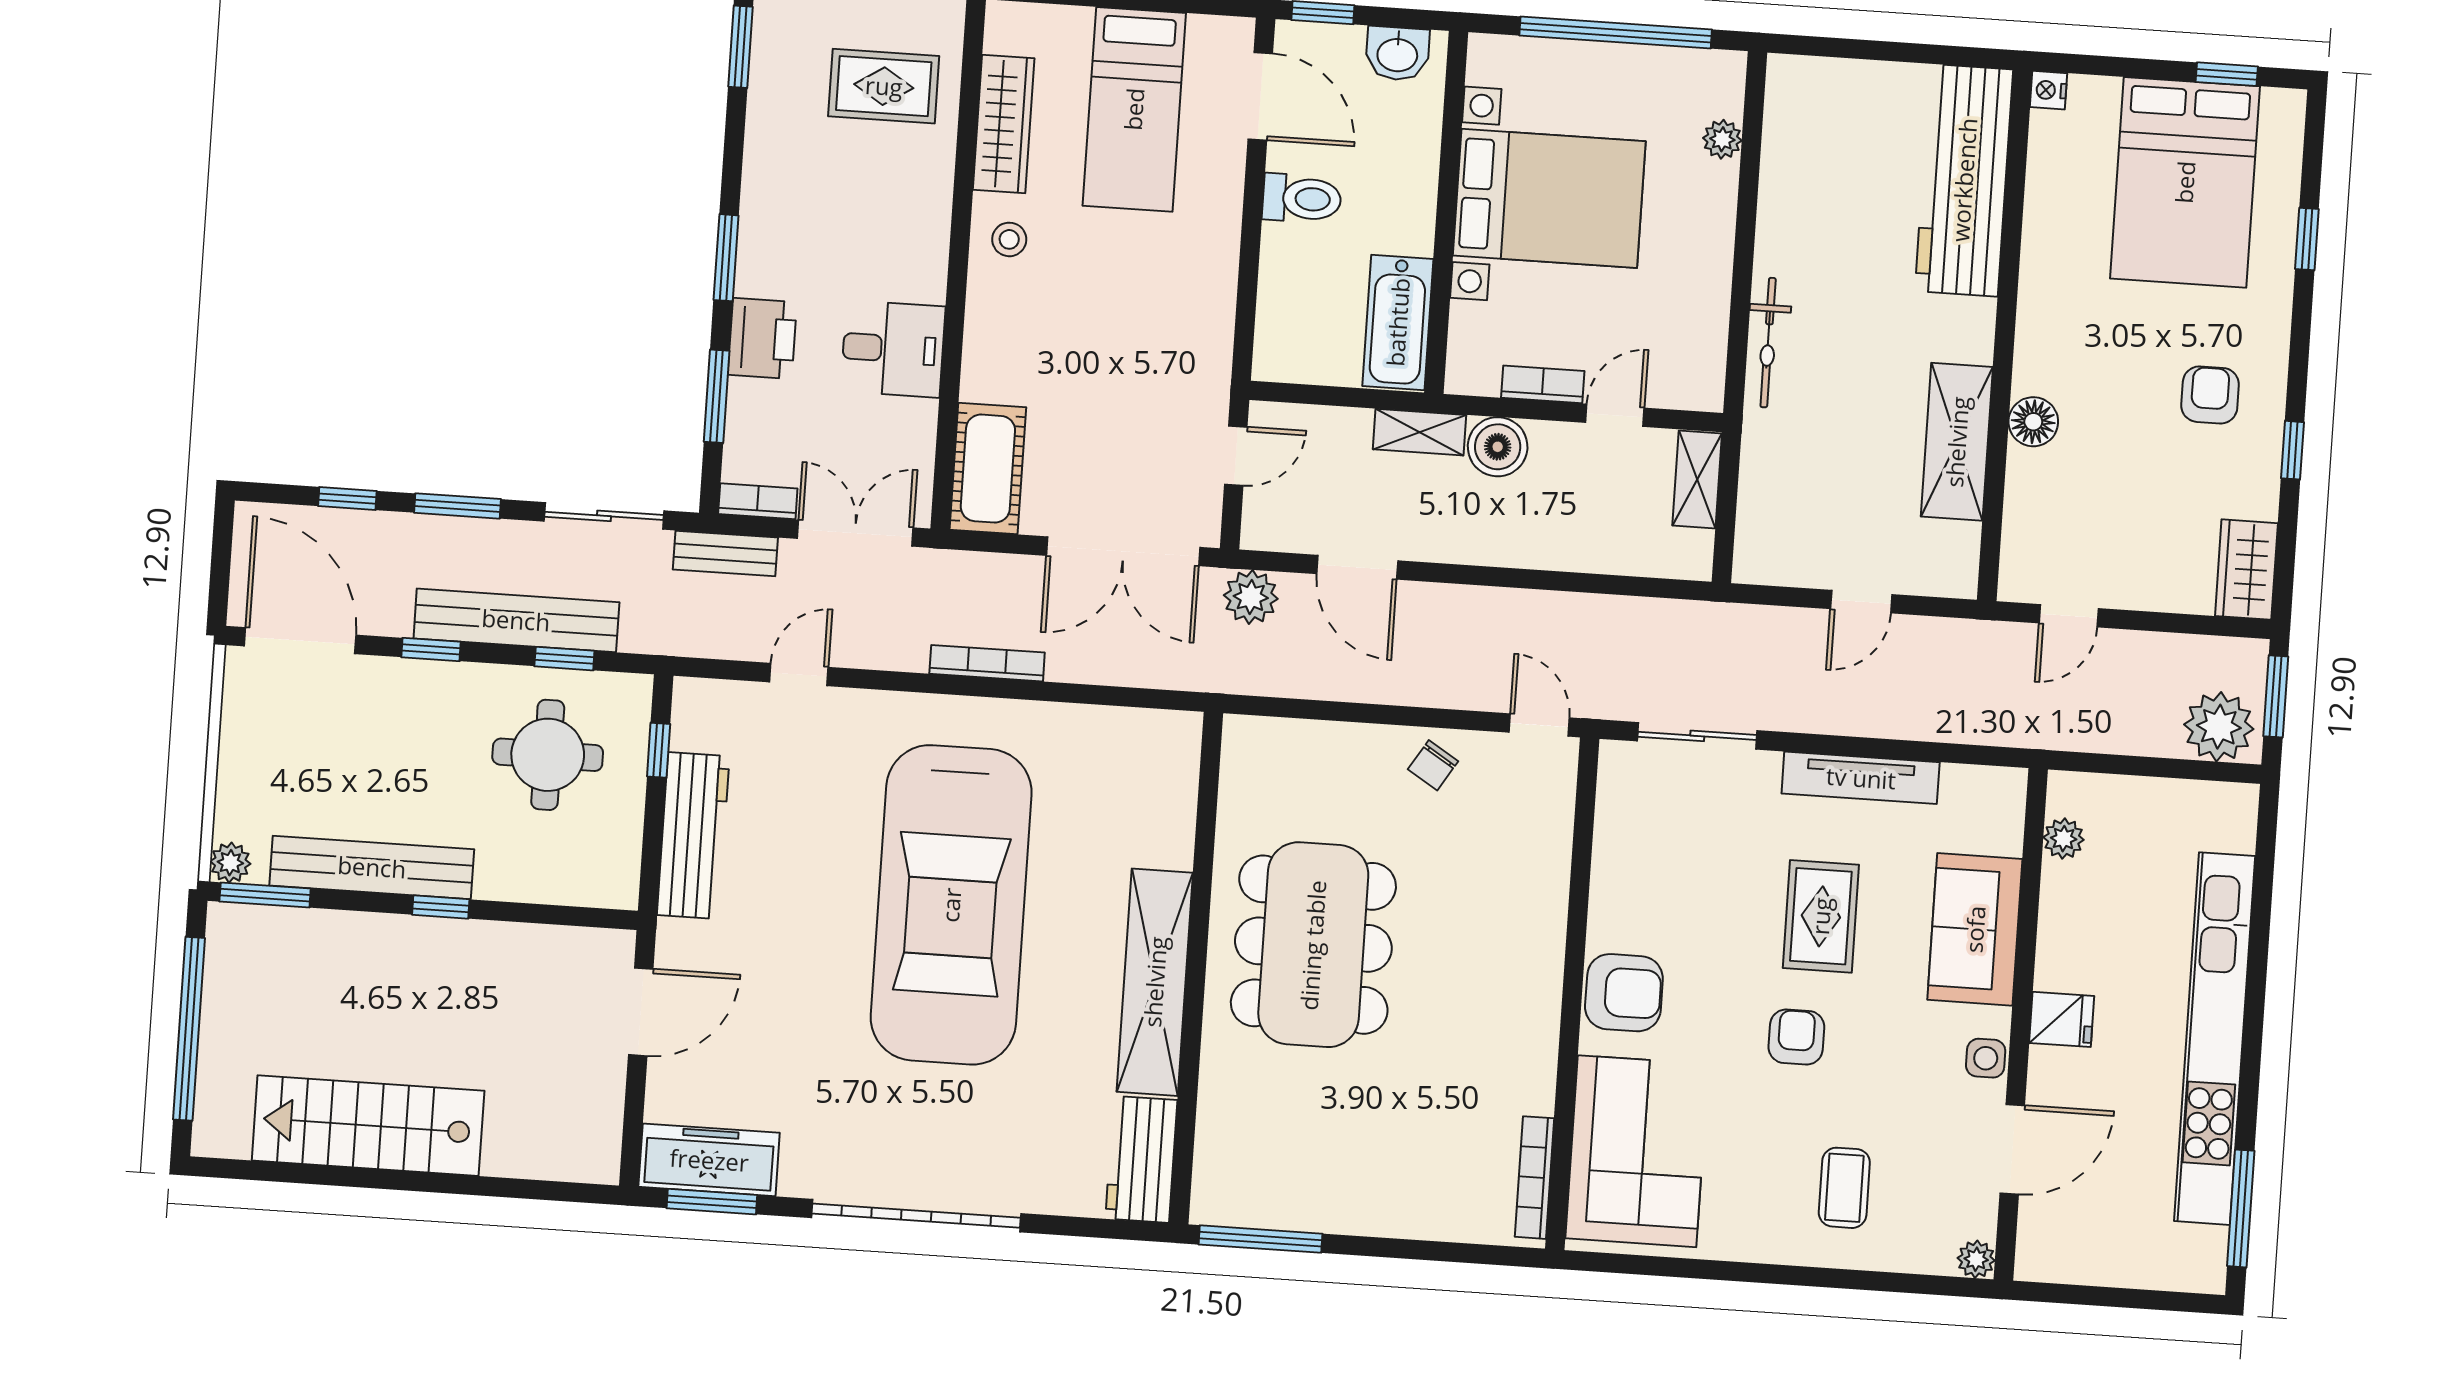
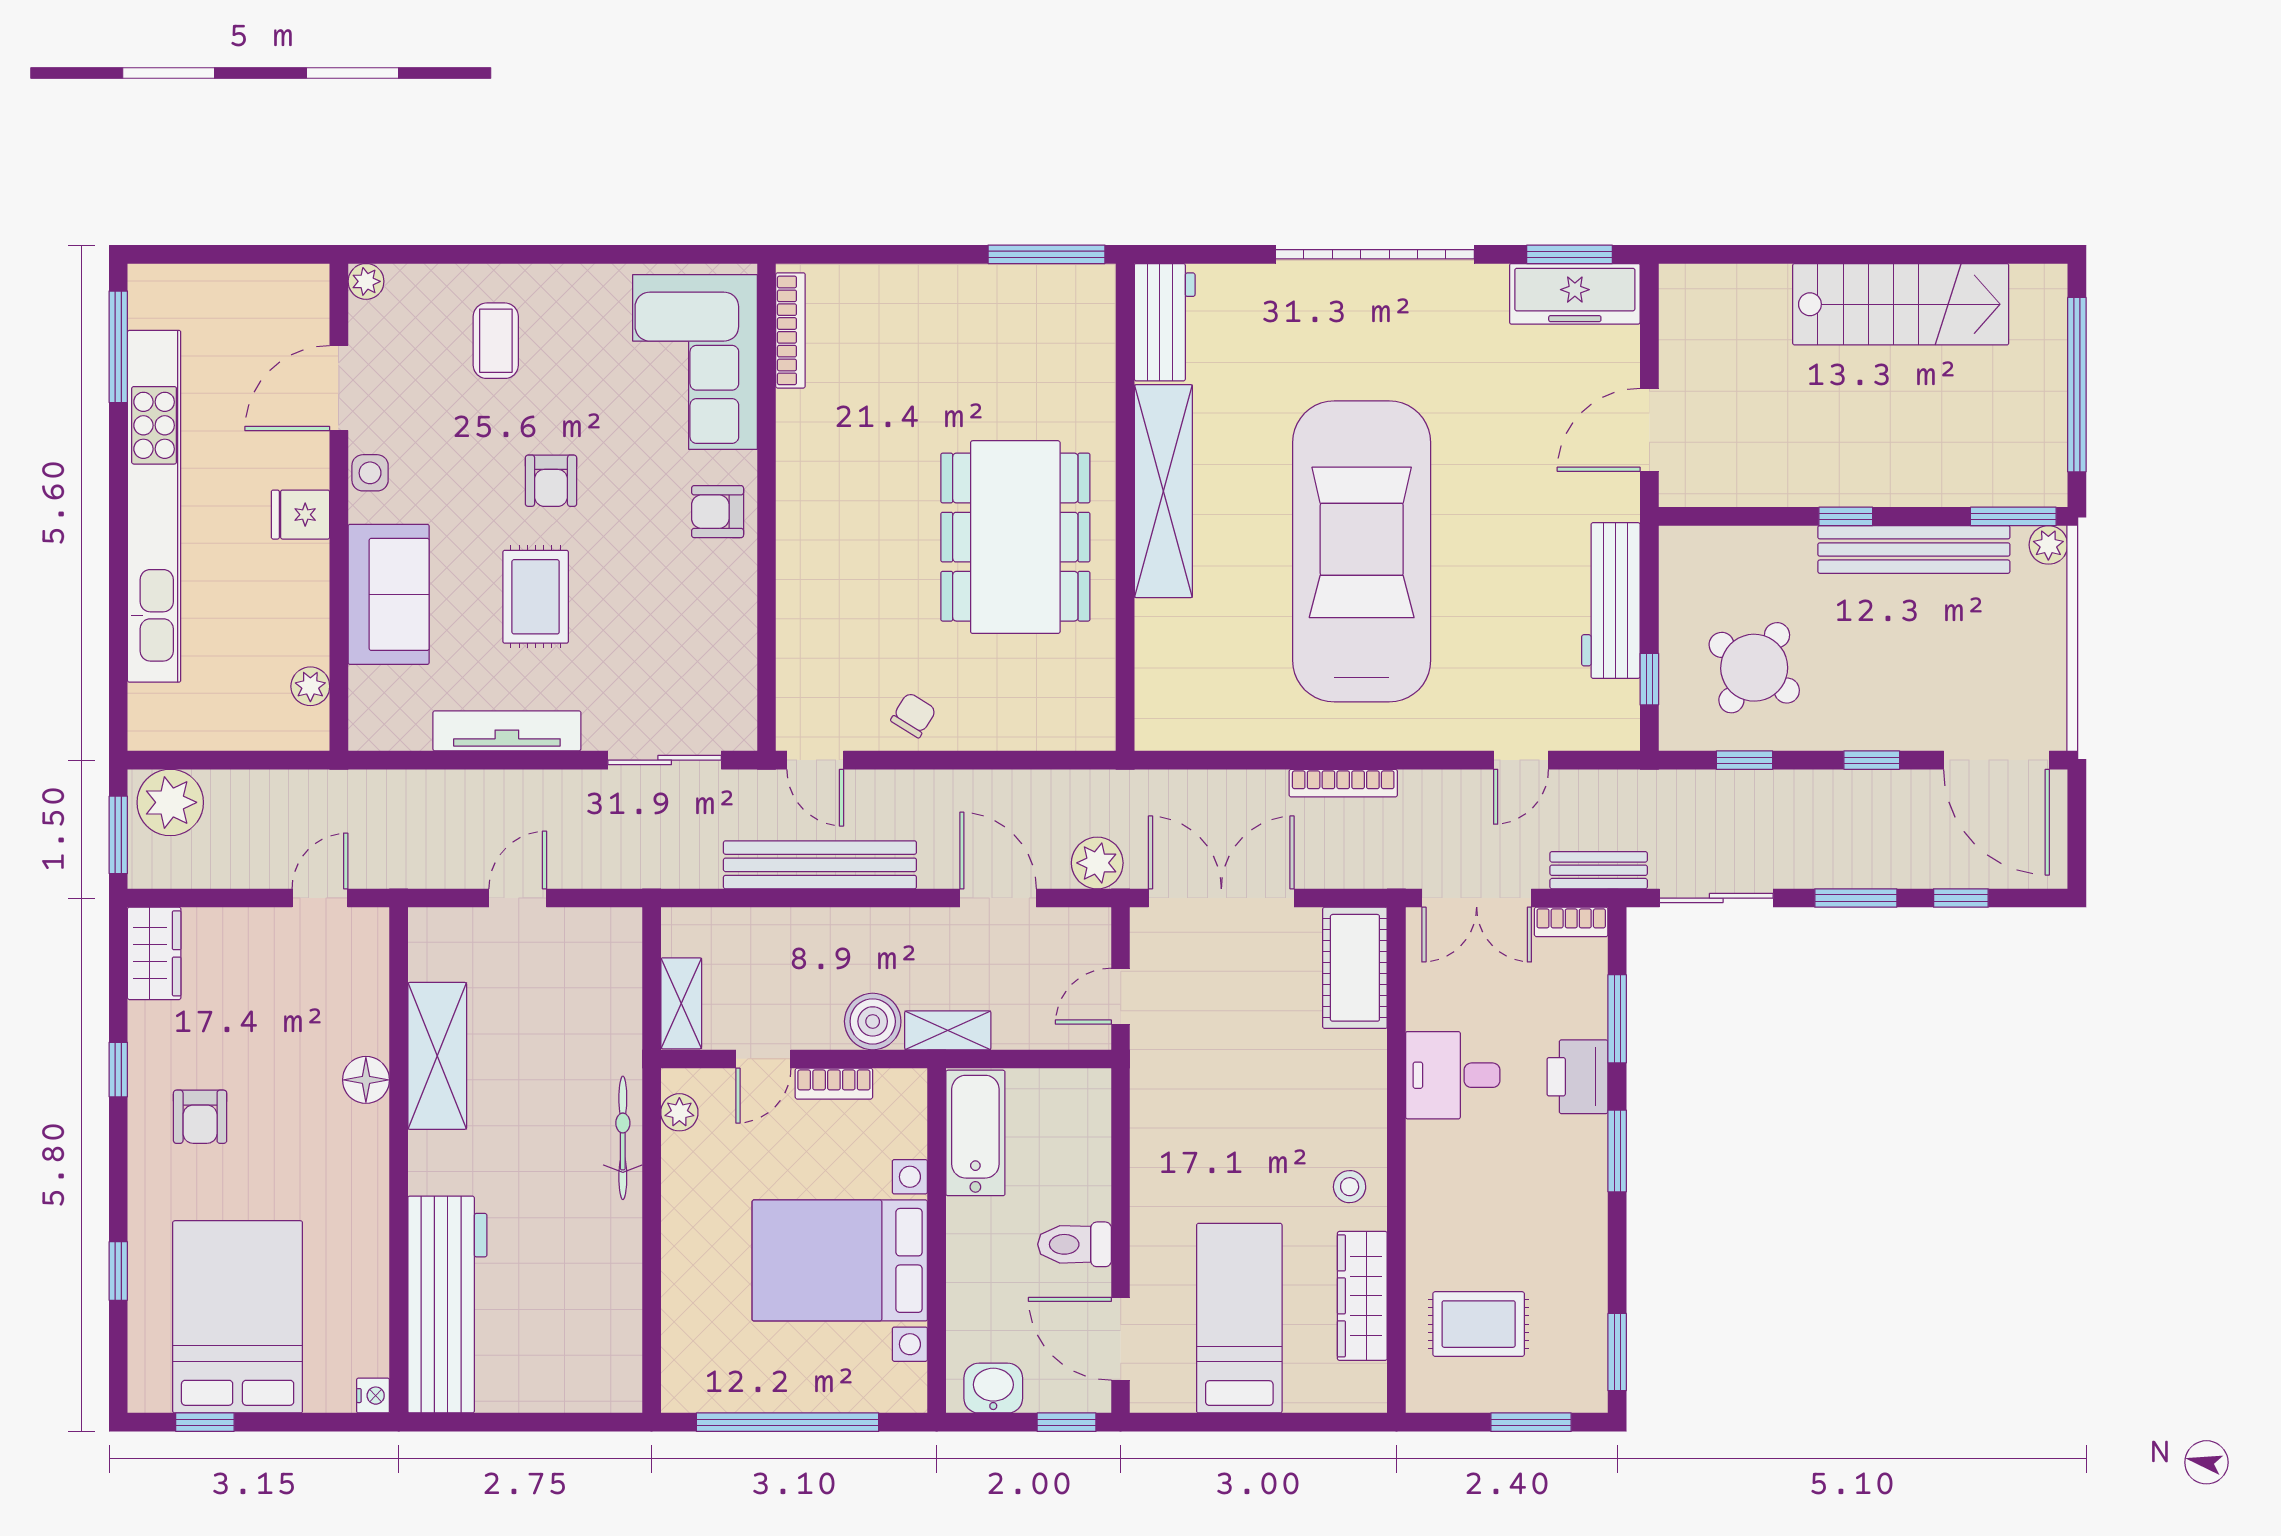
plant: (1722, 139) -> (679, 1112), moved
bench: (516, 620) -> (820, 865), moved
round table: (548, 755) -> (1754, 668), turned 35
armchair: (1624, 993) -> (718, 512), width x0.72, depth x0.72

